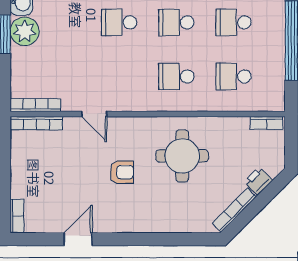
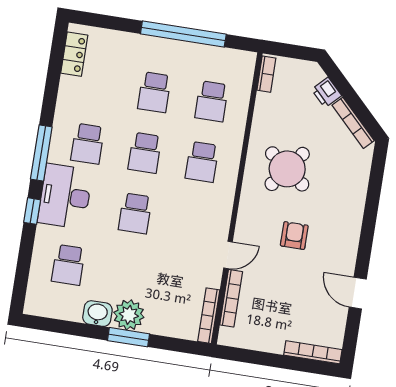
bookcase: (36, 123) -> (231, 298), moved
round table: (182, 156) -> (287, 169), turned 37
bookcase: (17, 216) -> (313, 352), width x1.56

